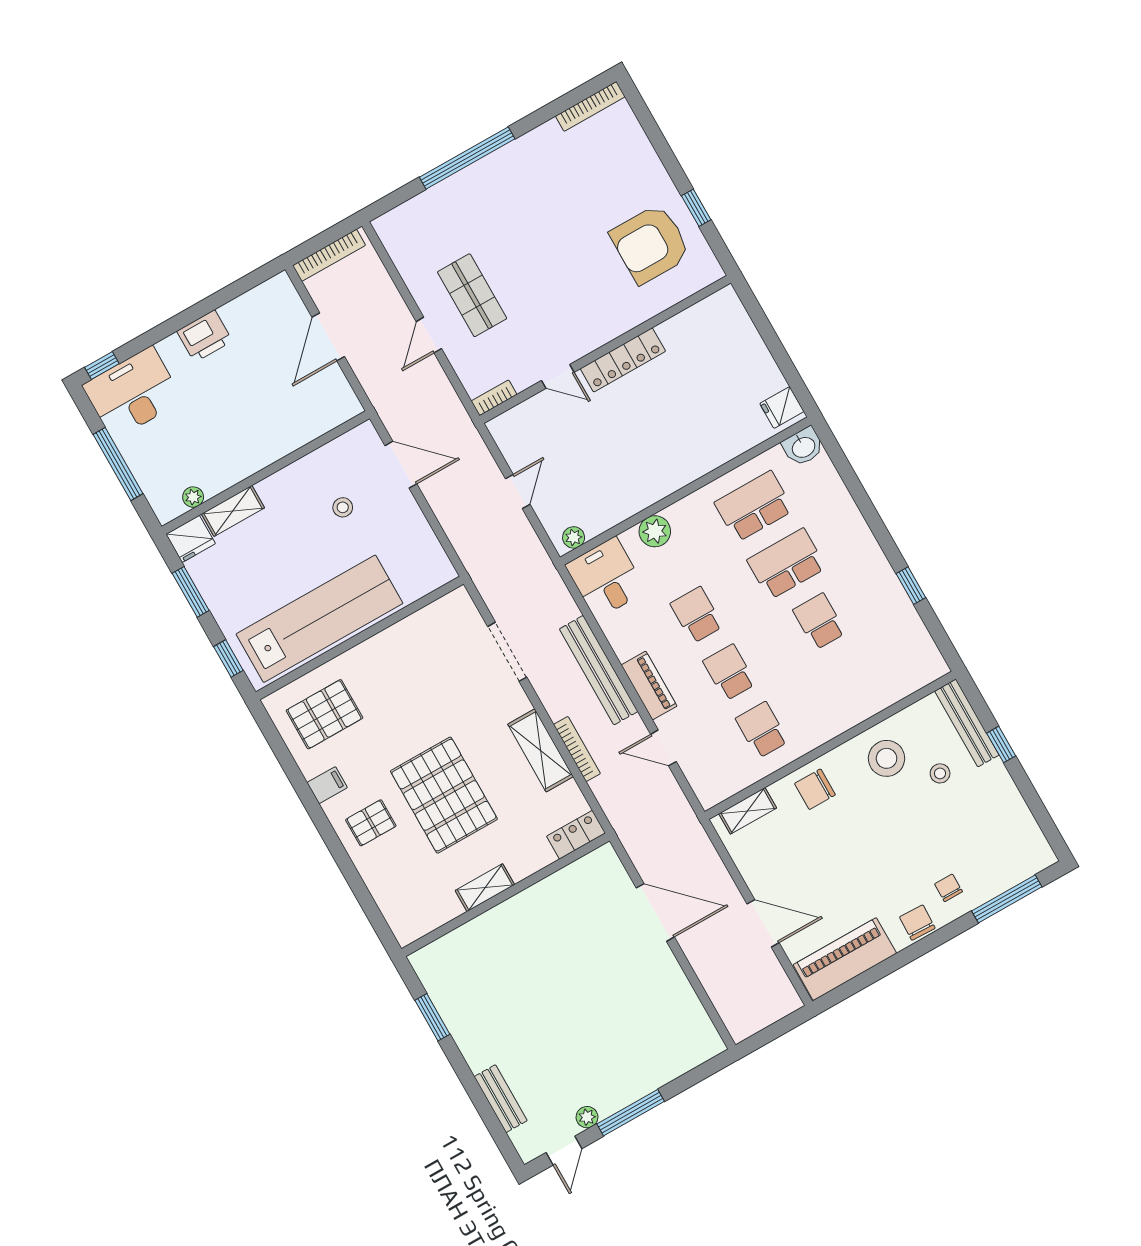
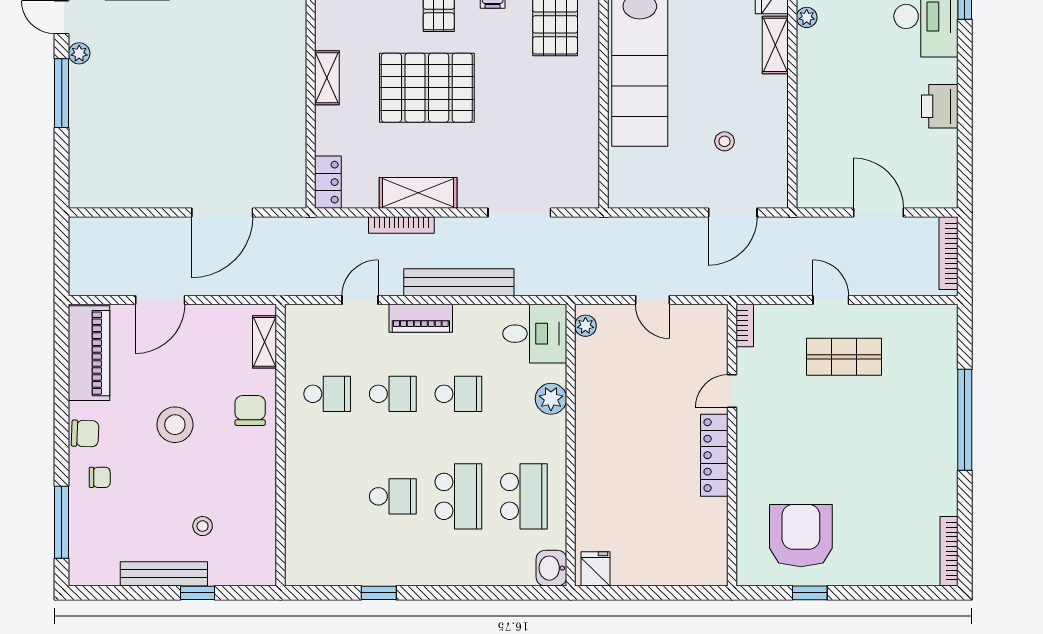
bench: (967, 723) -> (164, 574), moved
stool: (887, 758) -> (175, 425), moved

